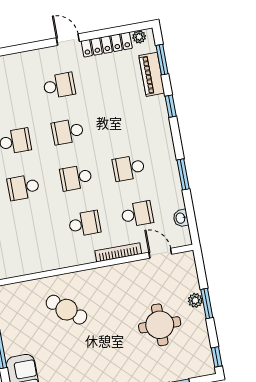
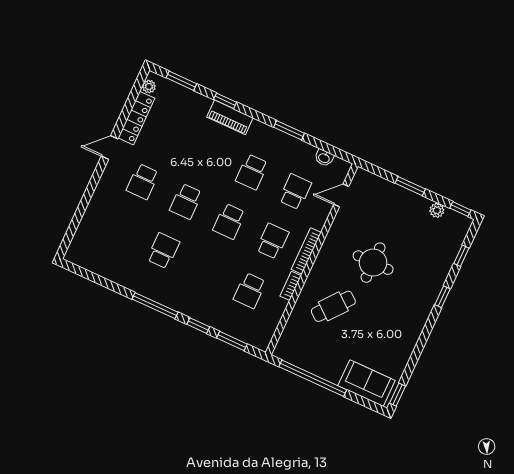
piano: (152, 74) -> (230, 117), moved
school desk: (59, 86) -> (143, 181), turned 180
school desk: (23, 187) -> (250, 291), moved
bookcase: (118, 252) -> (306, 251), moved
bookcase: (59, 264) -> (291, 286), added
plant: (195, 300) -> (437, 210), moved
round table: (160, 325) -> (373, 263), moved

